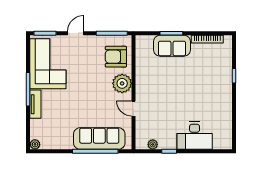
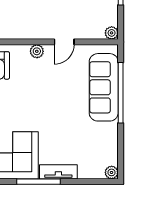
plant: (122, 83) -> (37, 51), width x0.53, depth x0.53
plant: (153, 144) -> (112, 33), moved

